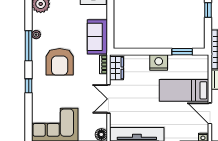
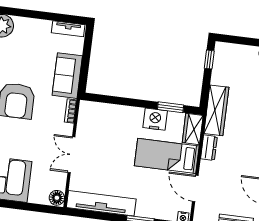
nightstand: (159, 63) -> (155, 119), moved
wardrobe: (117, 68) -> (193, 129), moved, turned 180

